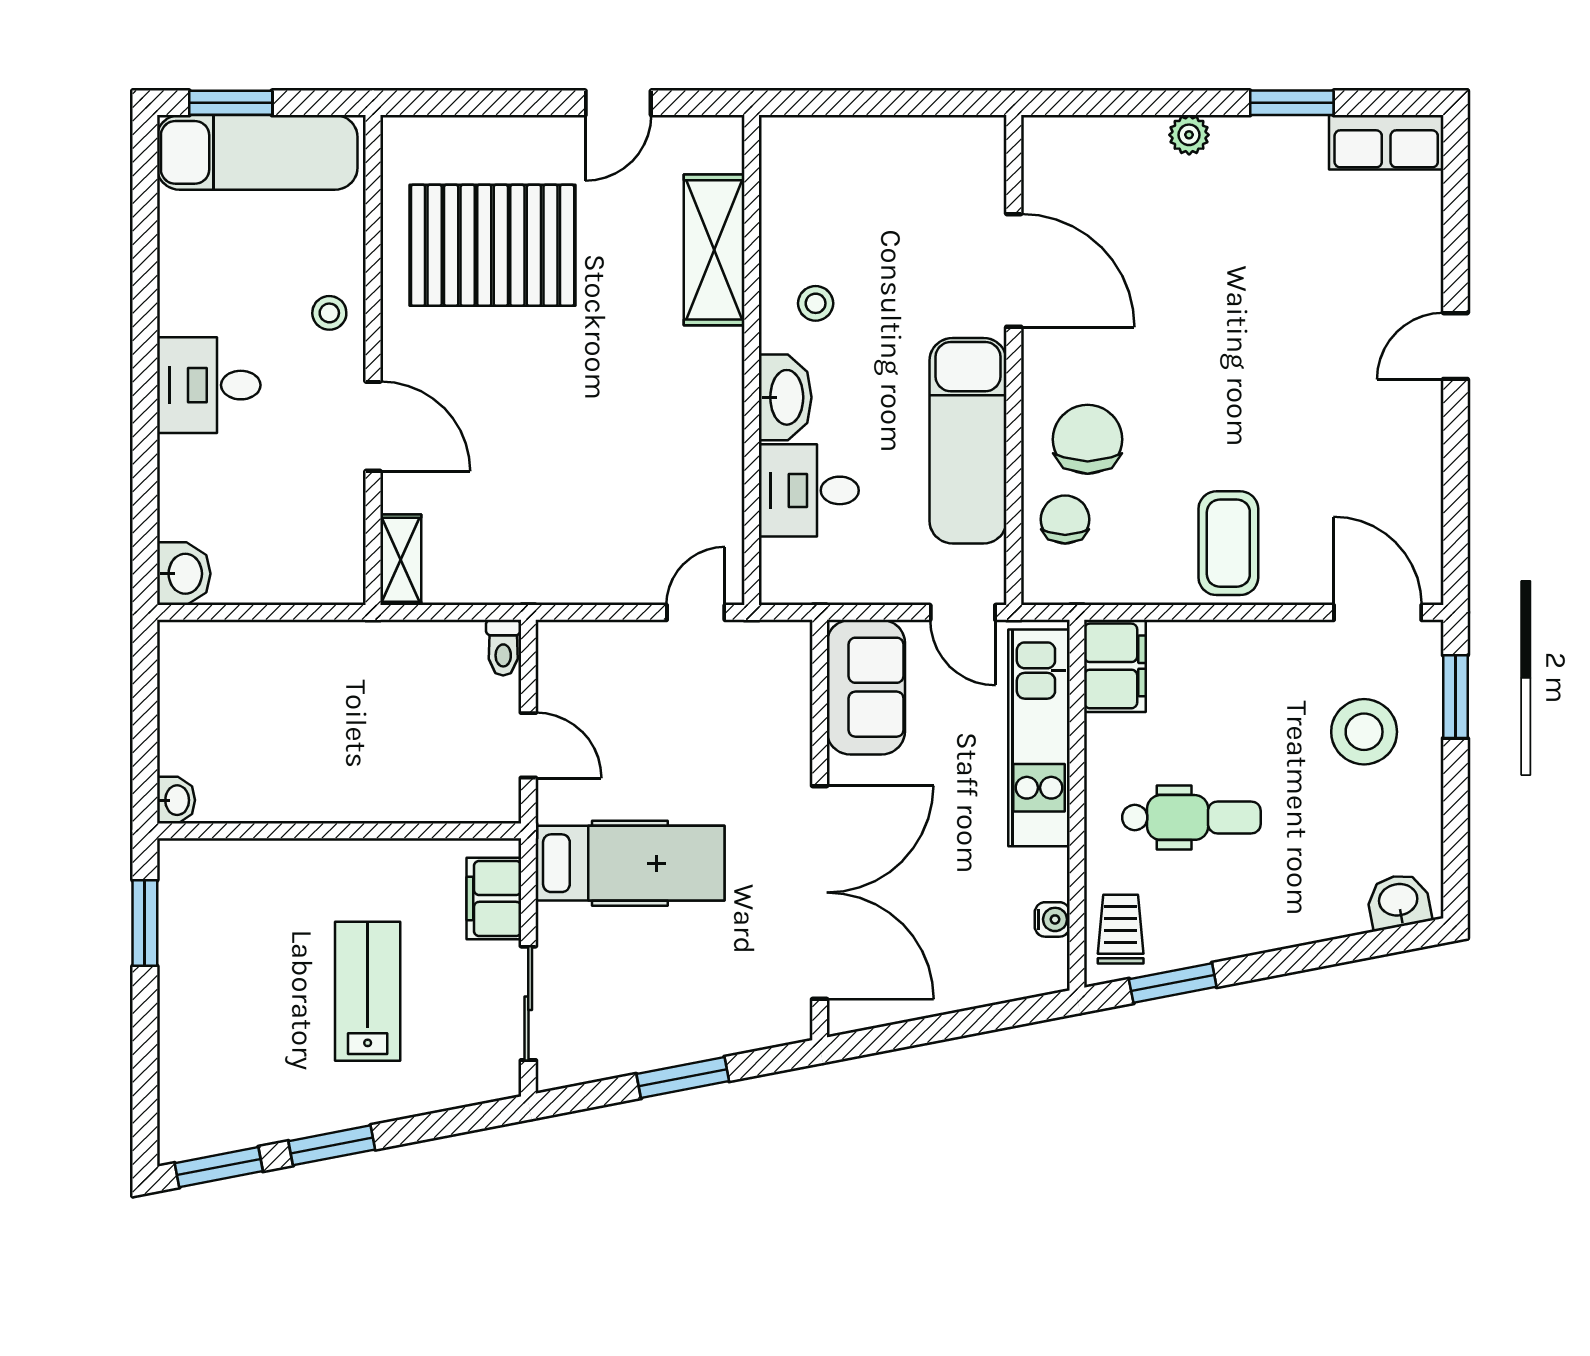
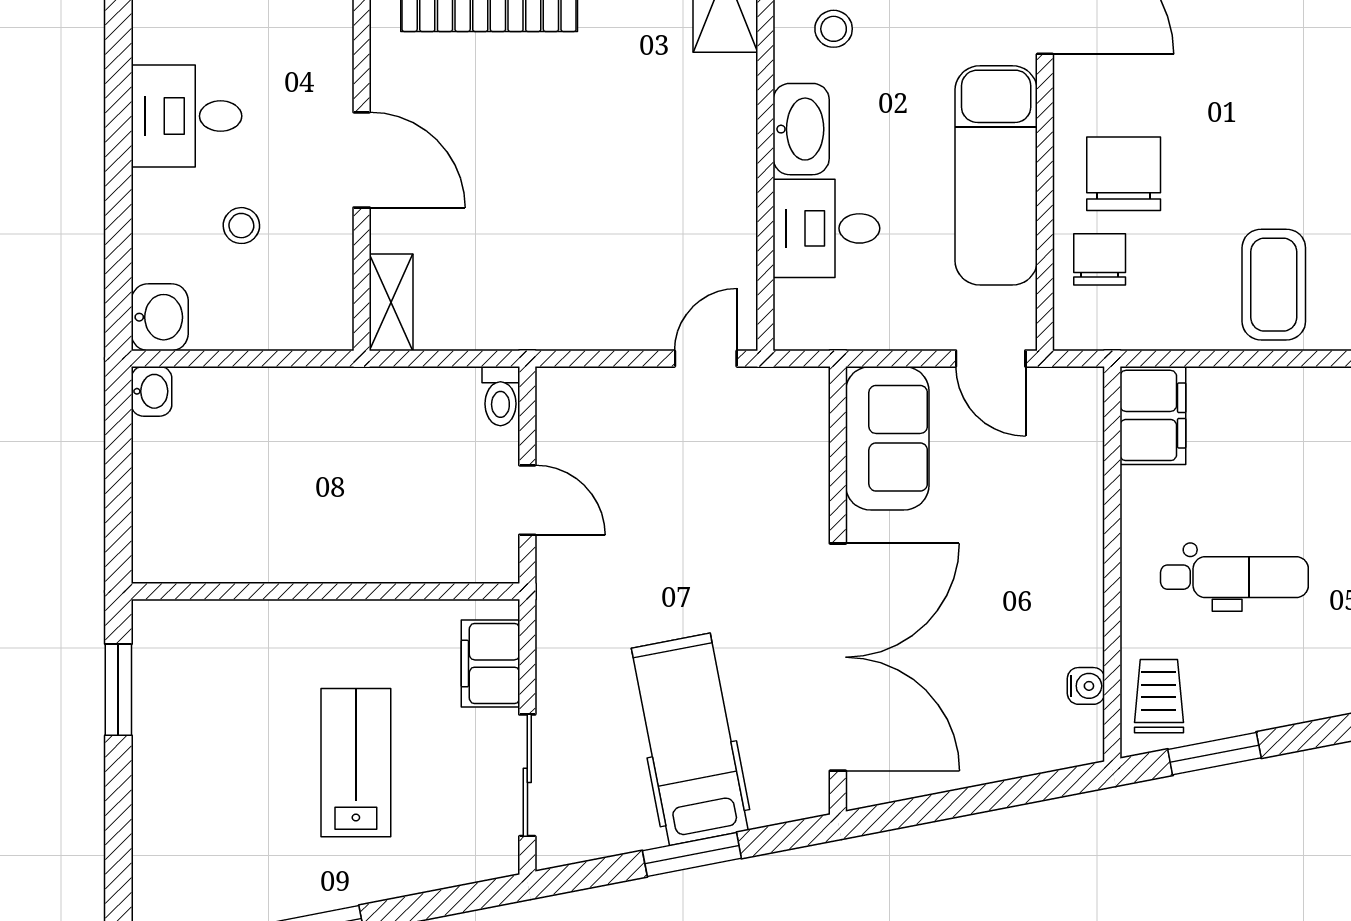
stool: (329, 313) -> (241, 226), moved
kitchen unit: (1039, 738) -> (1072, 492), removed
washbasin: (176, 800) -> (151, 391), moved
hospital bed: (630, 863) -> (690, 739), moved, turned -101

